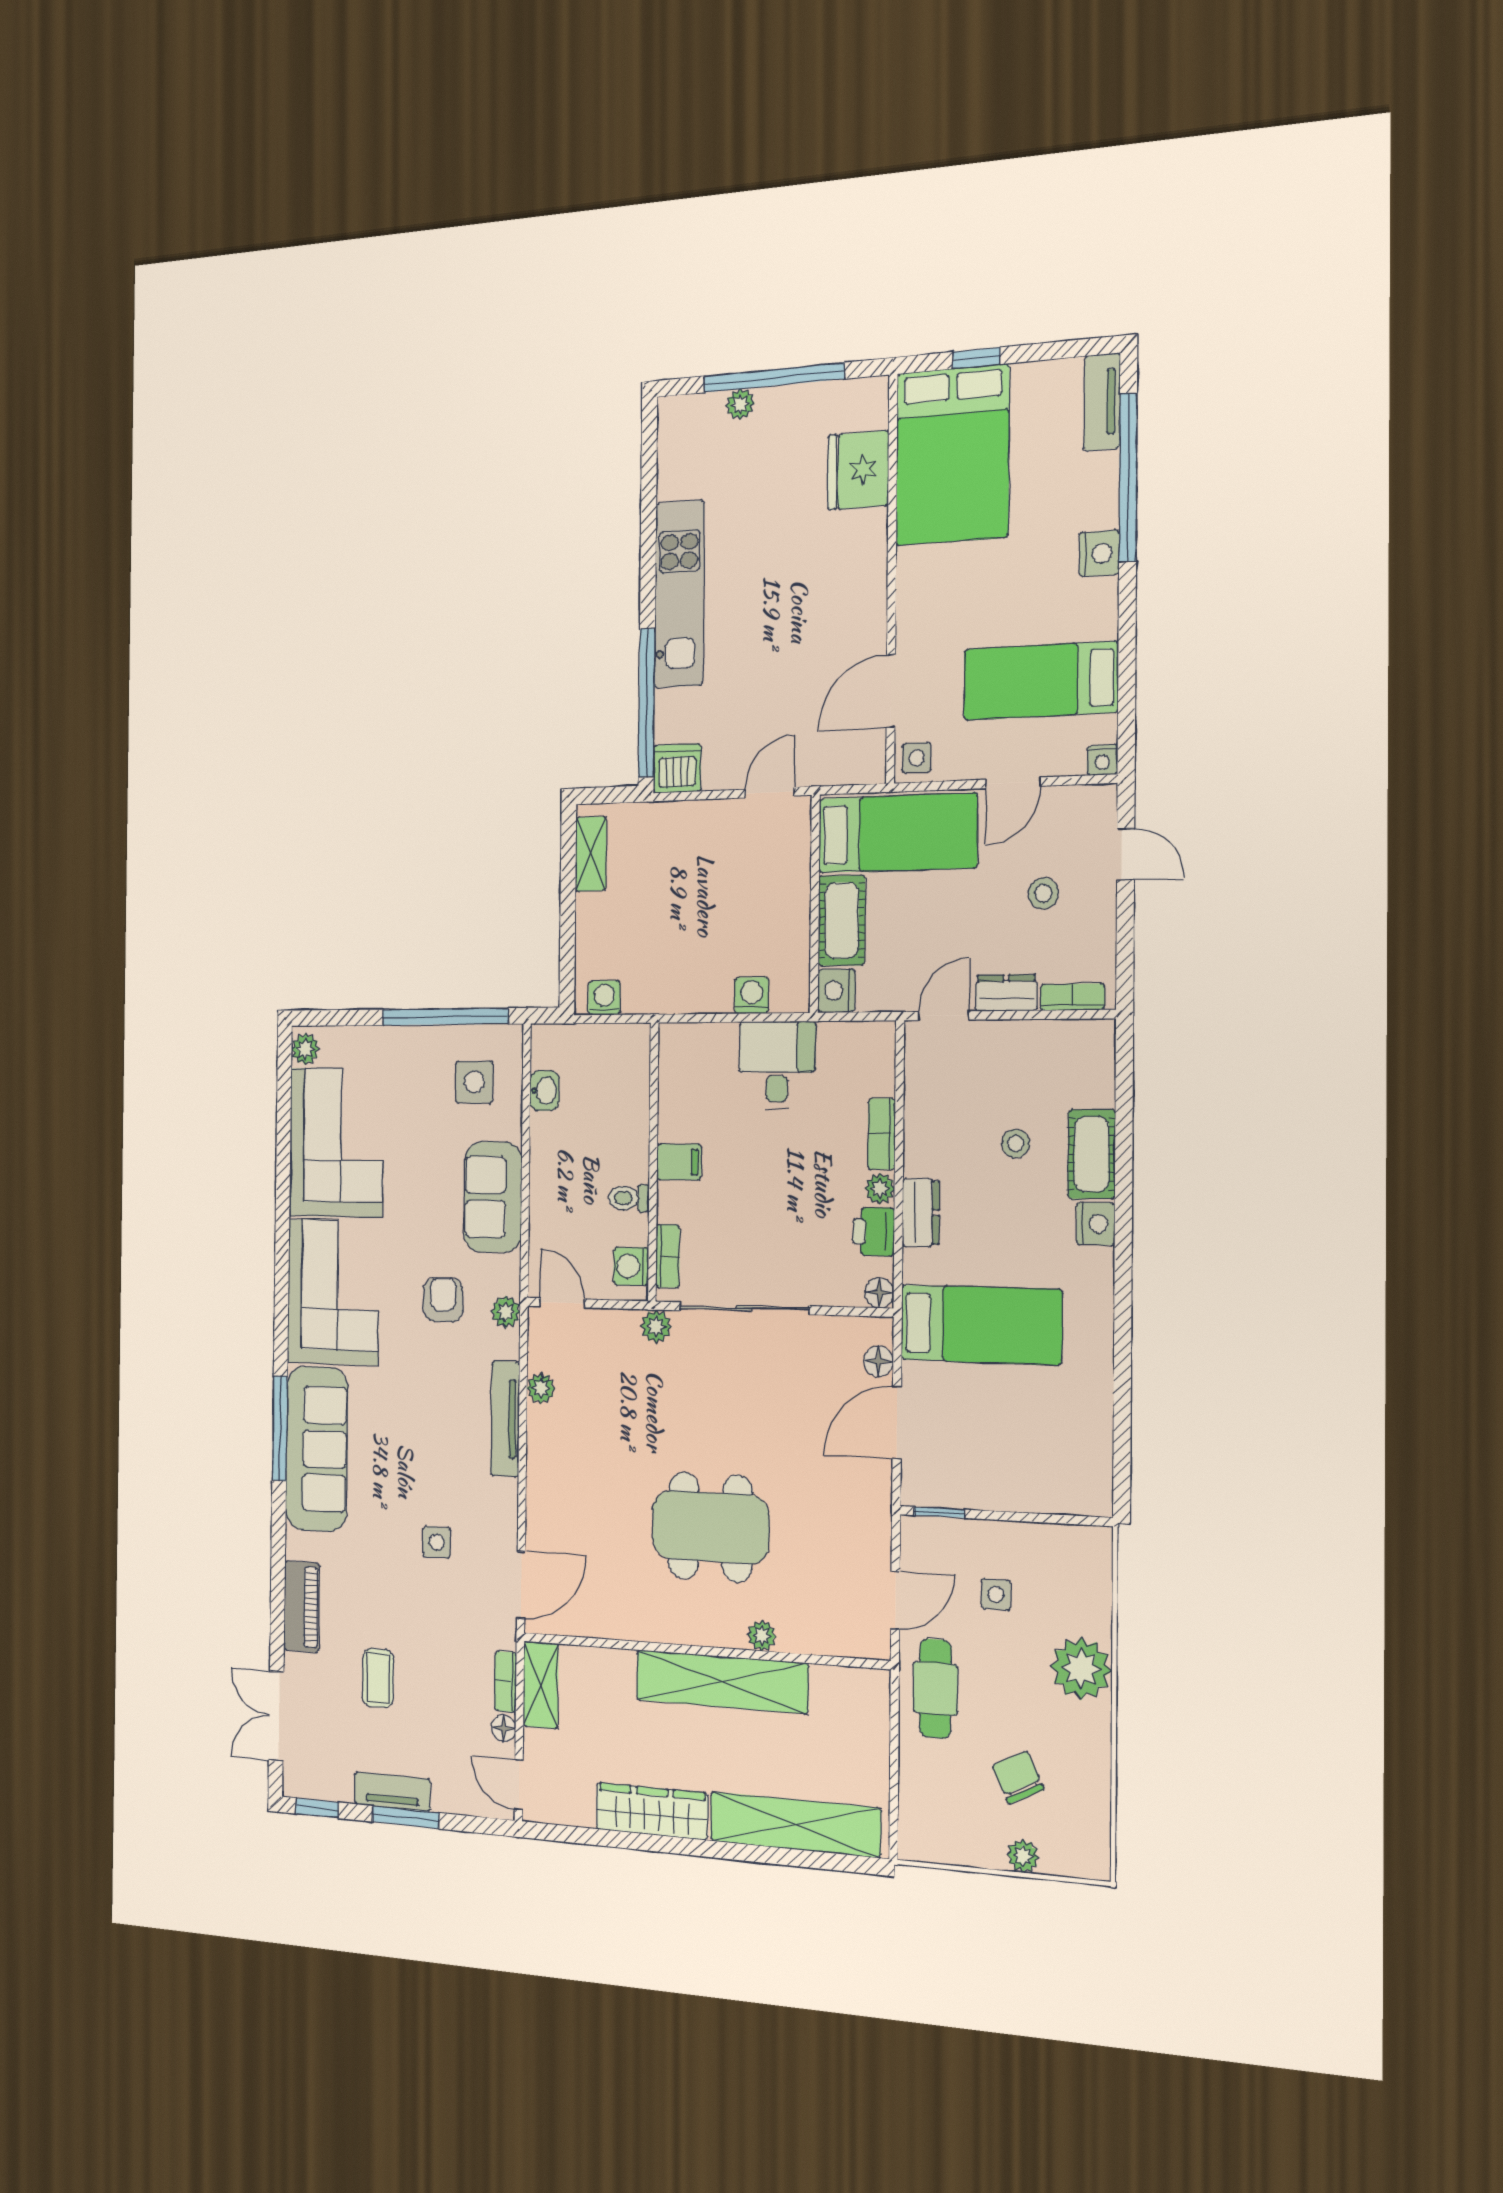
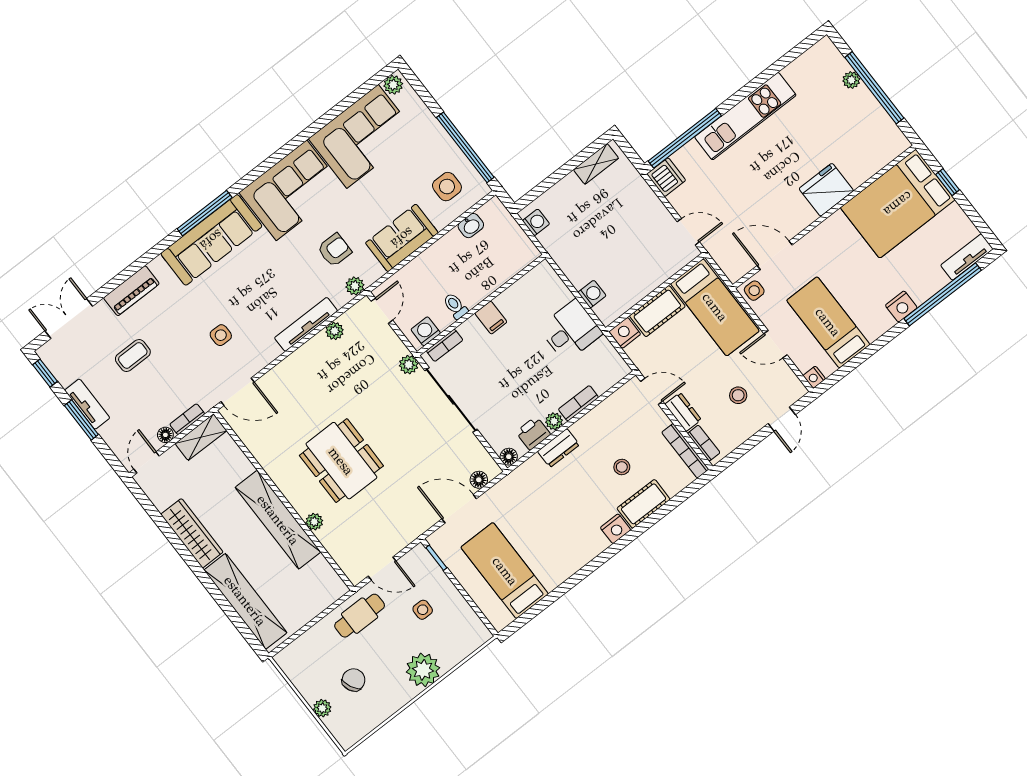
fridge: (858, 470) -> (826, 190), moved
bookcase: (1063, 1033) -> (685, 451), added
bed: (981, 1325) -> (505, 571), moved, turned 180

